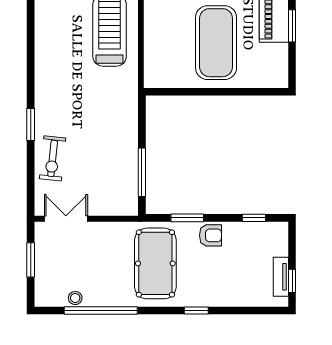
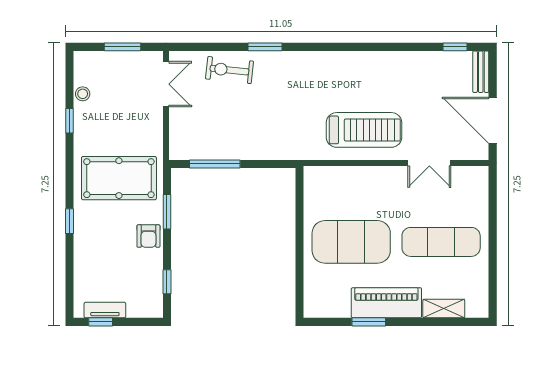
window: (101, 311) -> (69, 121), width x0.32

